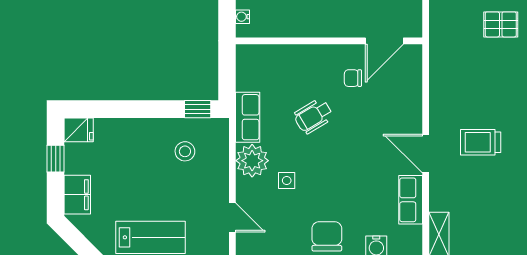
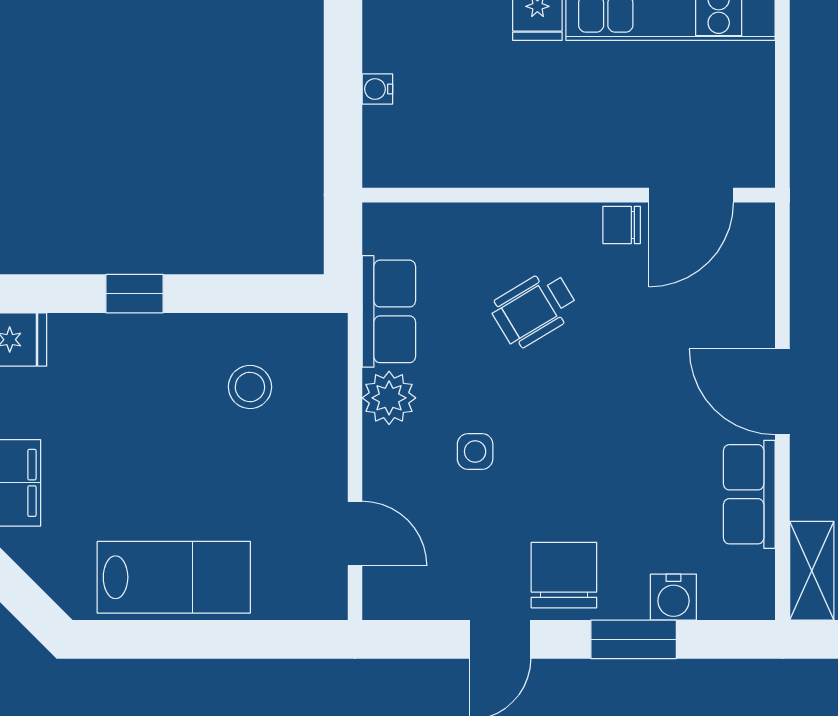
wall: (329, 41) -> (569, 195), moved
door: (384, 41) -> (691, 195), moved
window: (198, 109) -> (135, 294), moved
plant: (252, 161) -> (389, 398), width x0.73, depth x0.73

